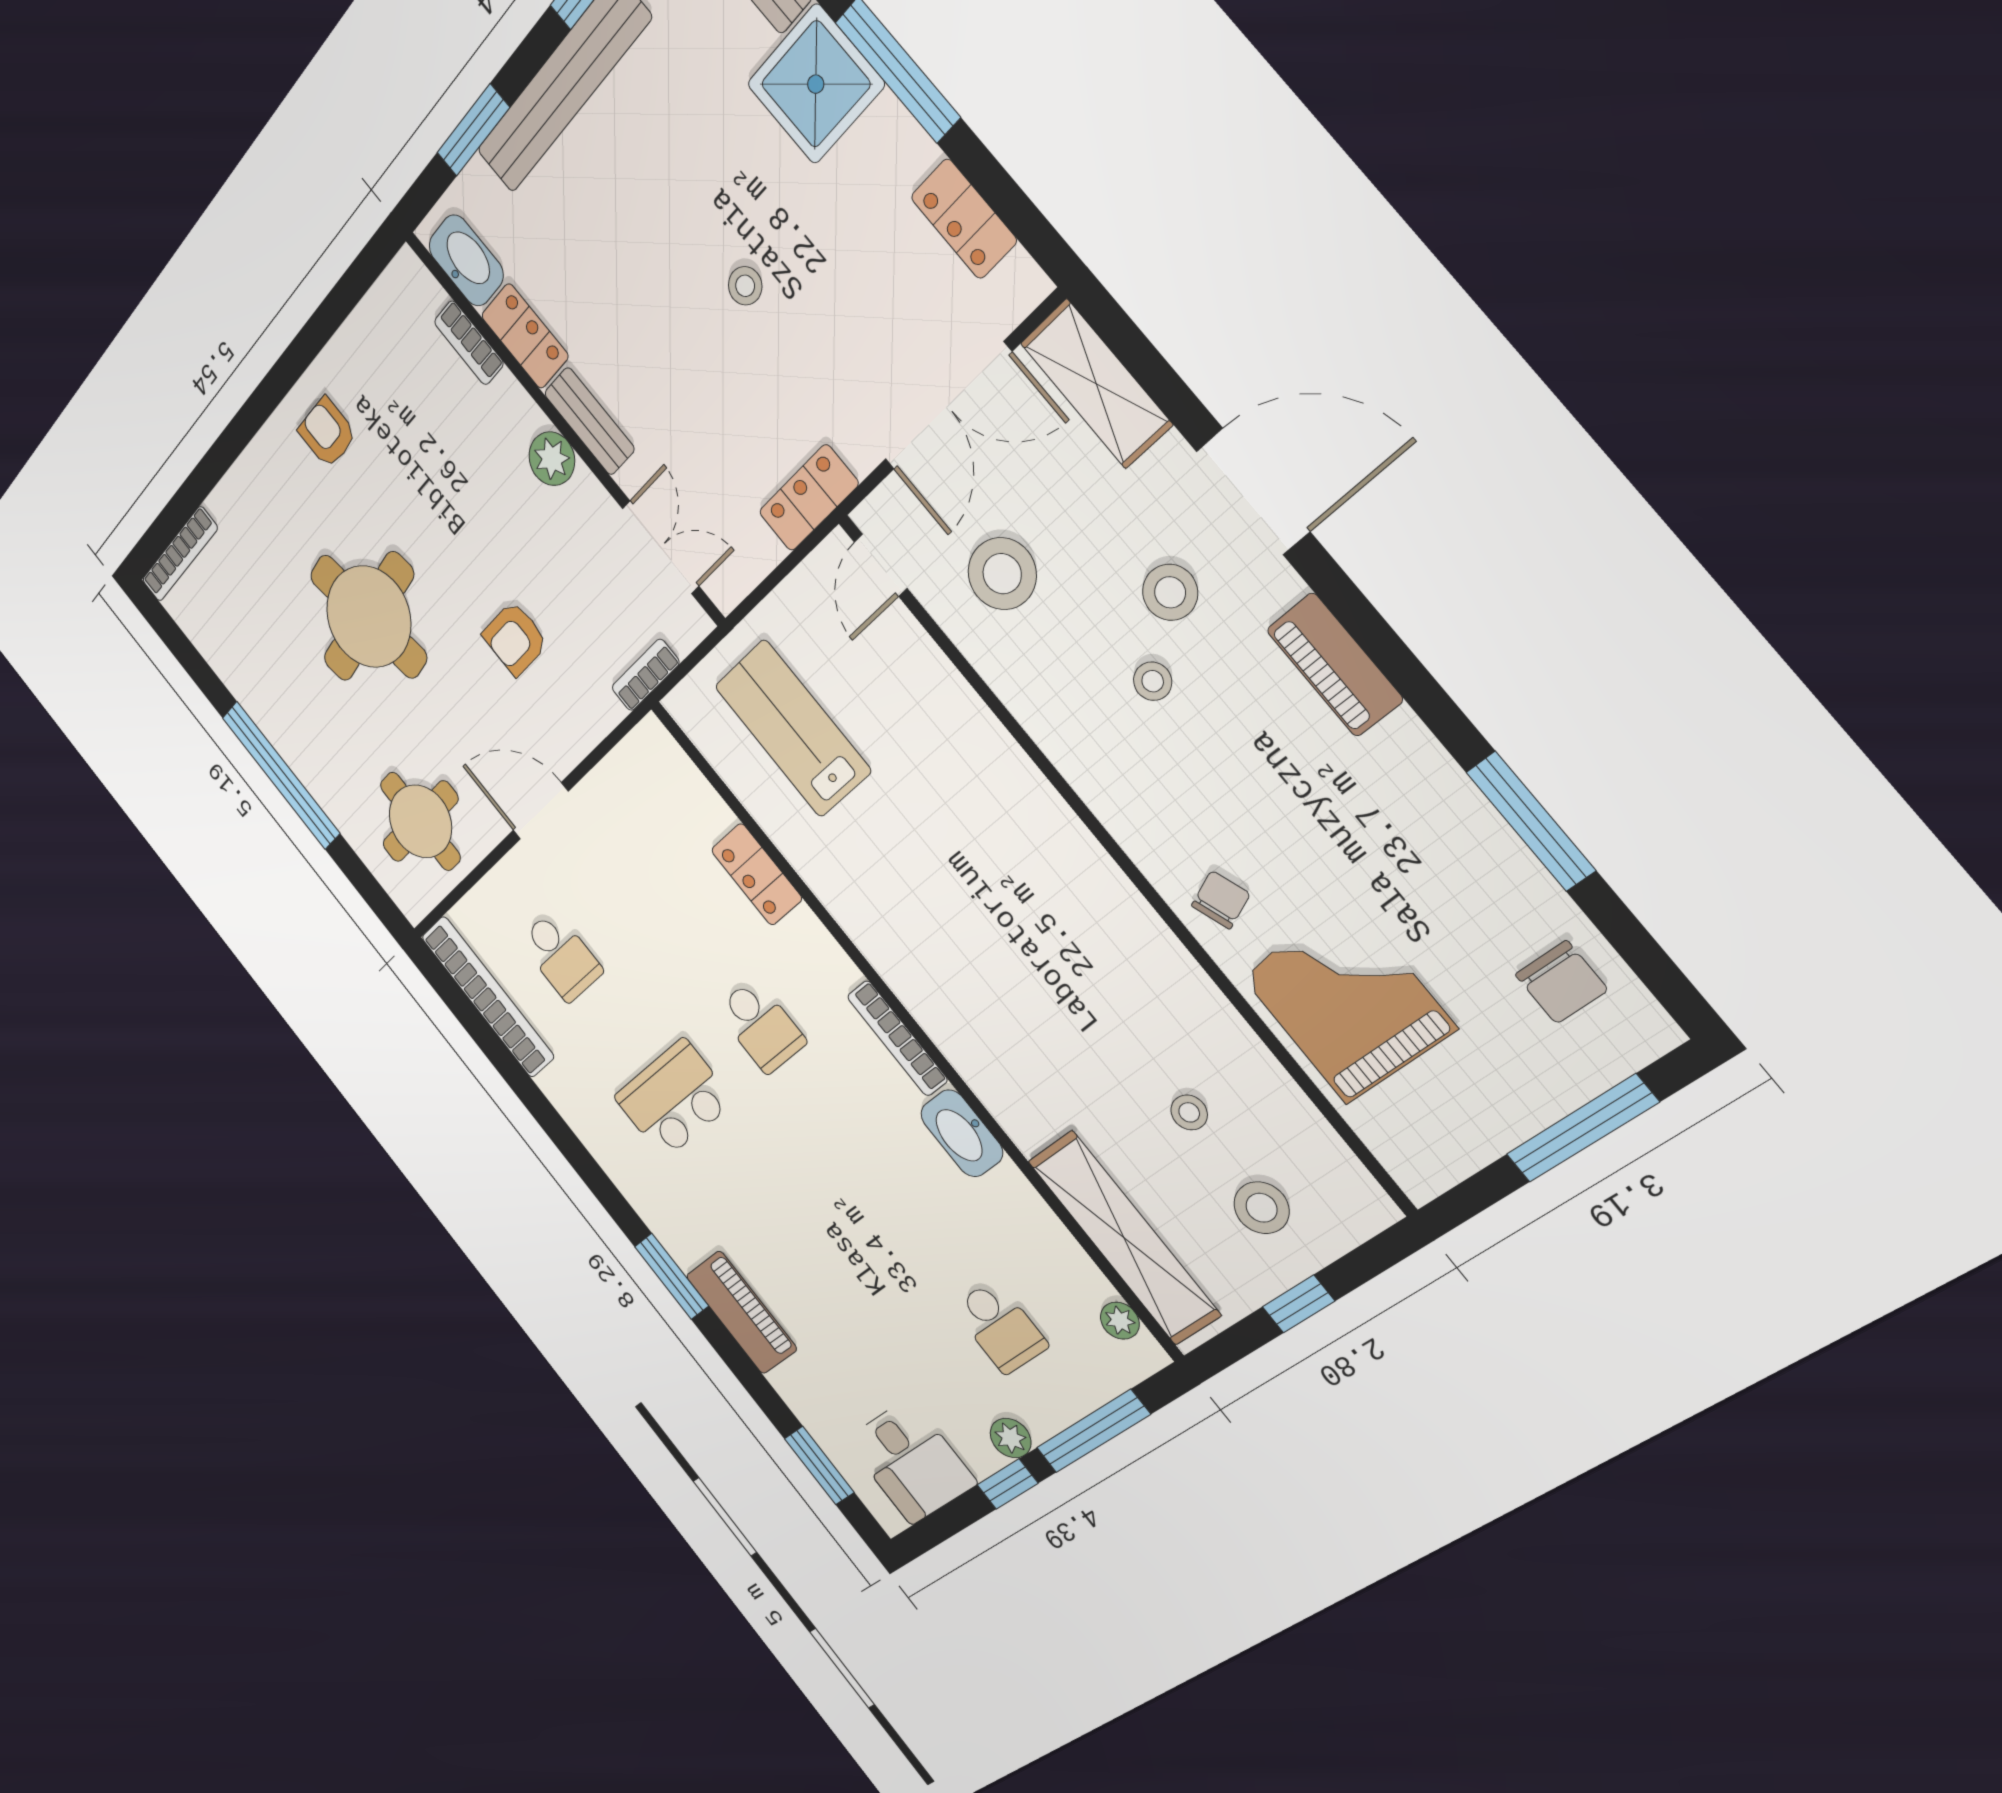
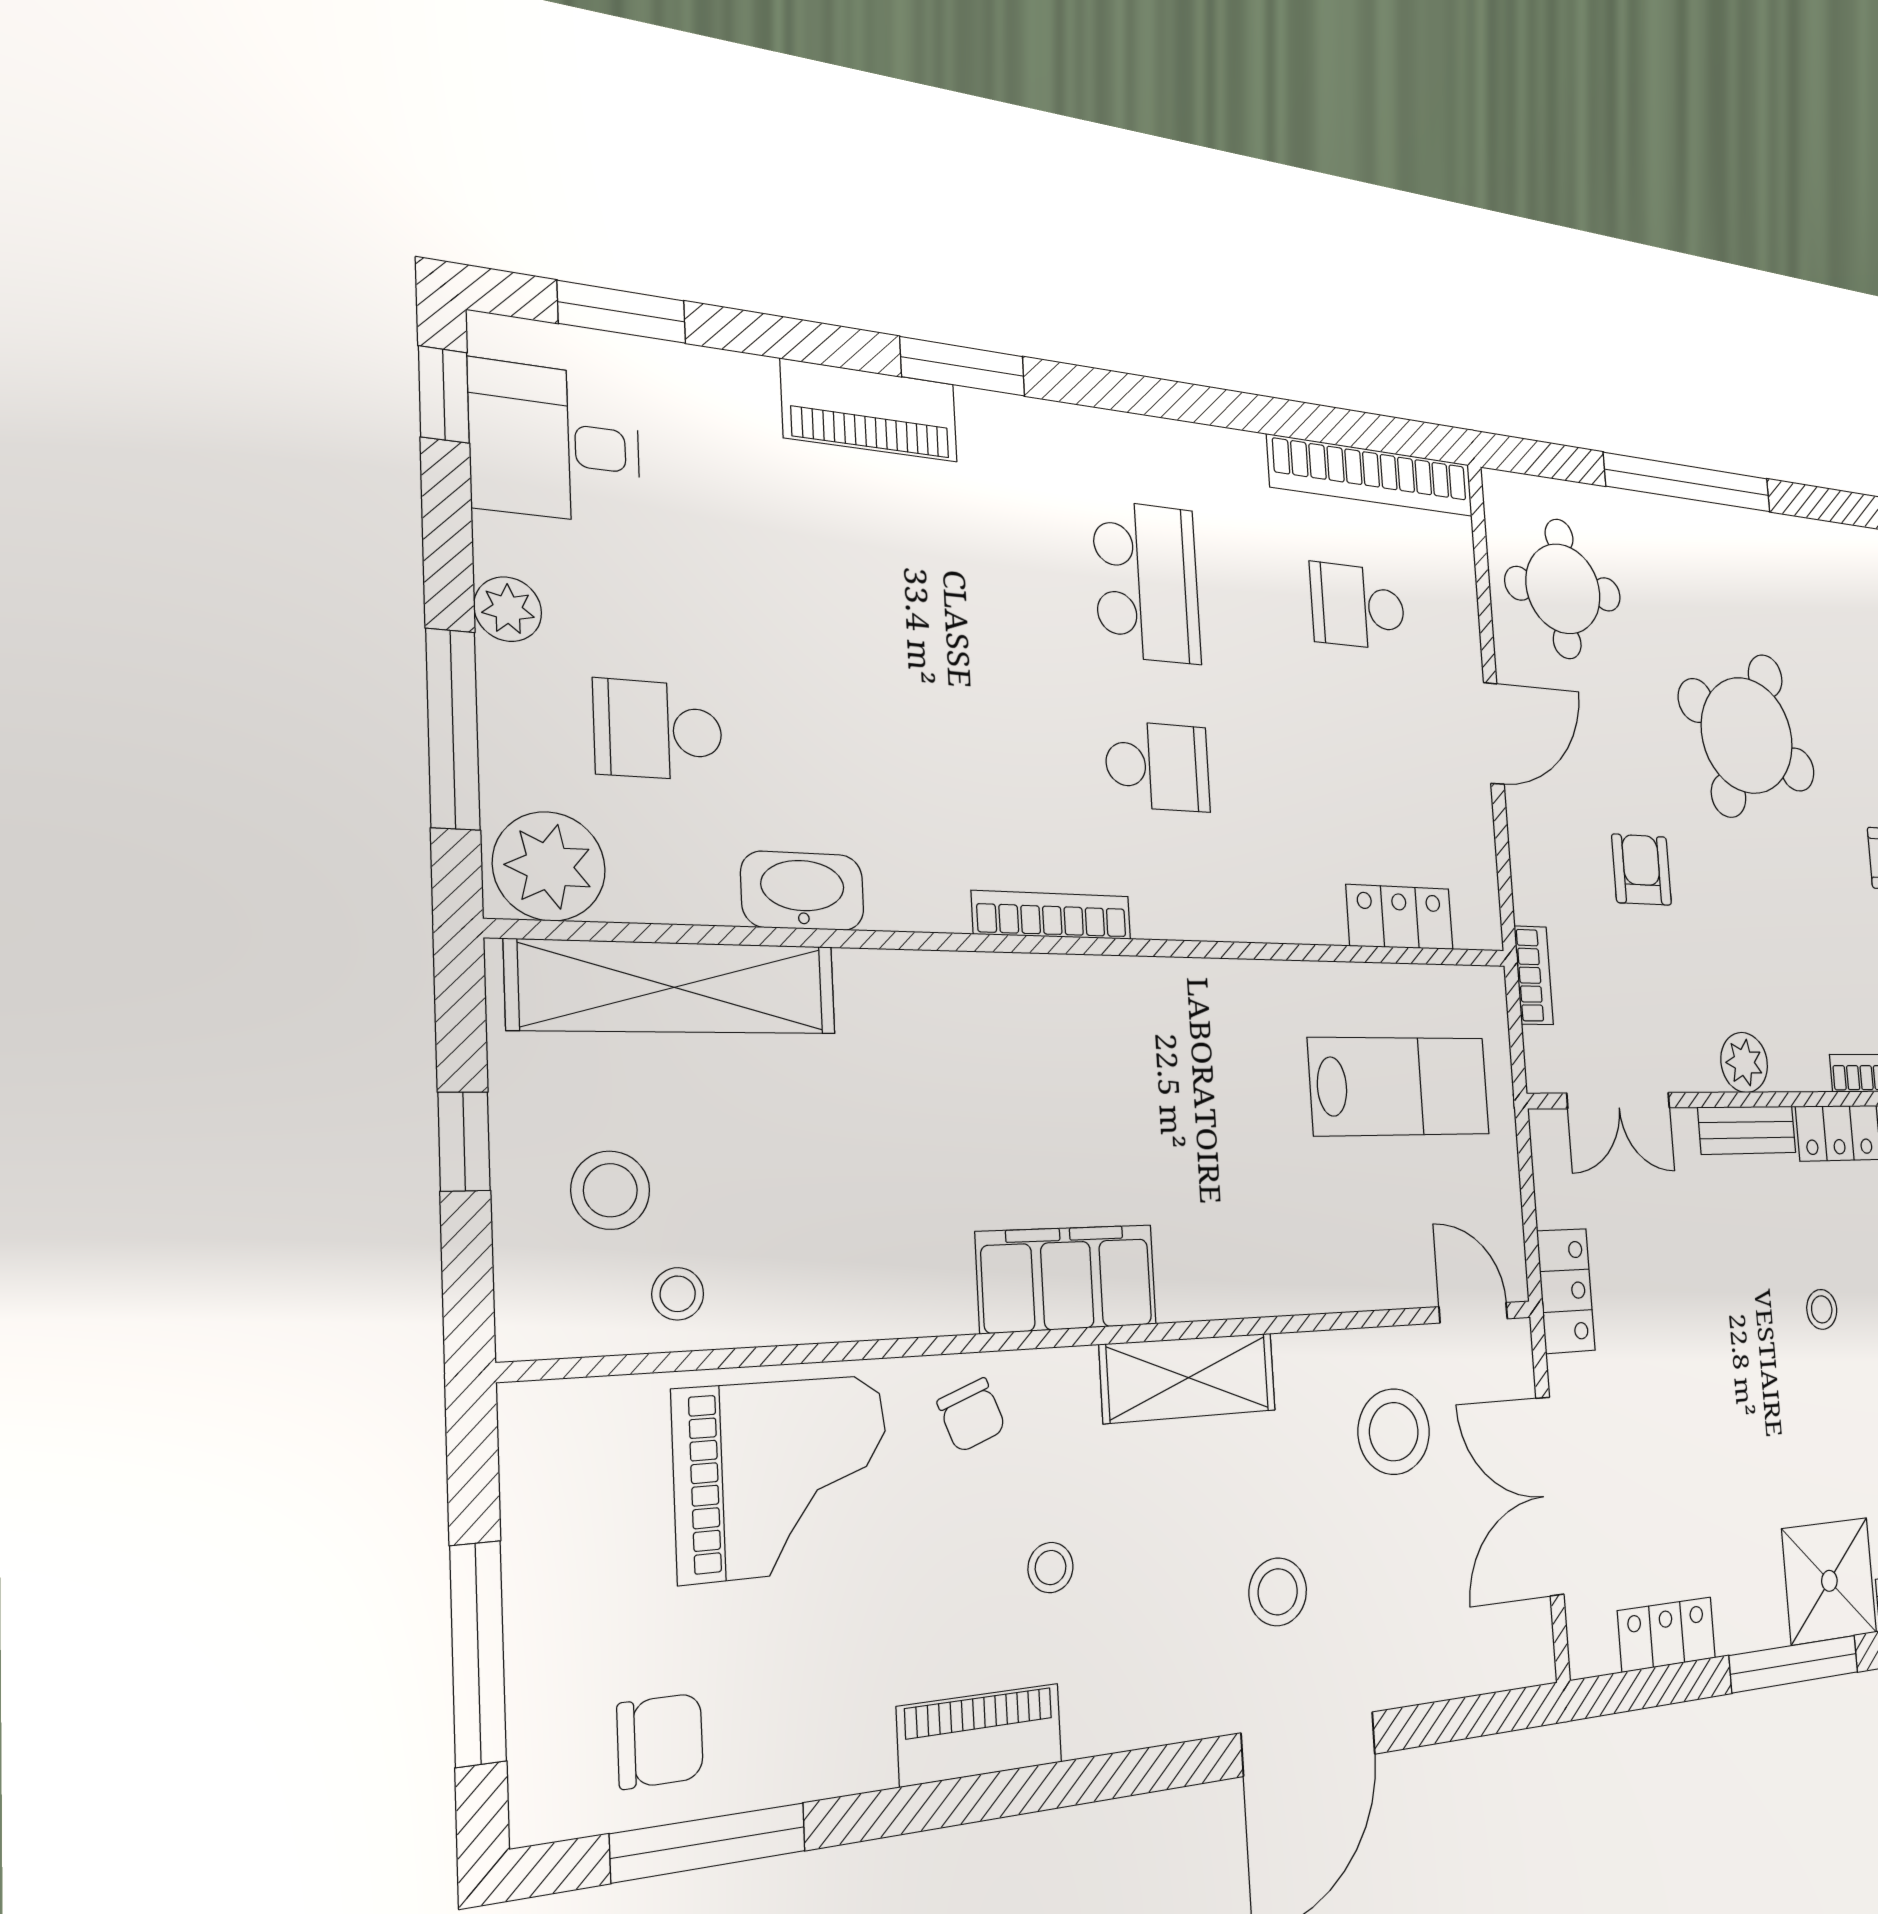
stool: (745, 286) -> (1822, 1309), moved
shelving: (1096, 384) -> (1188, 1378), moved
round table: (369, 617) -> (1747, 735), turned 34
piano: (1335, 665) -> (980, 1735), moved
stool: (1153, 681) -> (1051, 1568), moved
window: (1531, 821) -> (709, 1842), moved
locker: (757, 874) -> (1400, 917), moved
filing cabinet: (1092, 889) -> (1067, 1278), added
chair: (1561, 982) -> (660, 1741), turned 180
school desk: (761, 1026) -> (1158, 766), turned 180
stool: (1189, 1112) -> (678, 1294), moved
washbasin: (962, 1133) -> (803, 891), moved
plant: (1120, 1321) -> (549, 866), width x1.87, depth x1.87
window: (1008, 1484) -> (444, 395), moved

